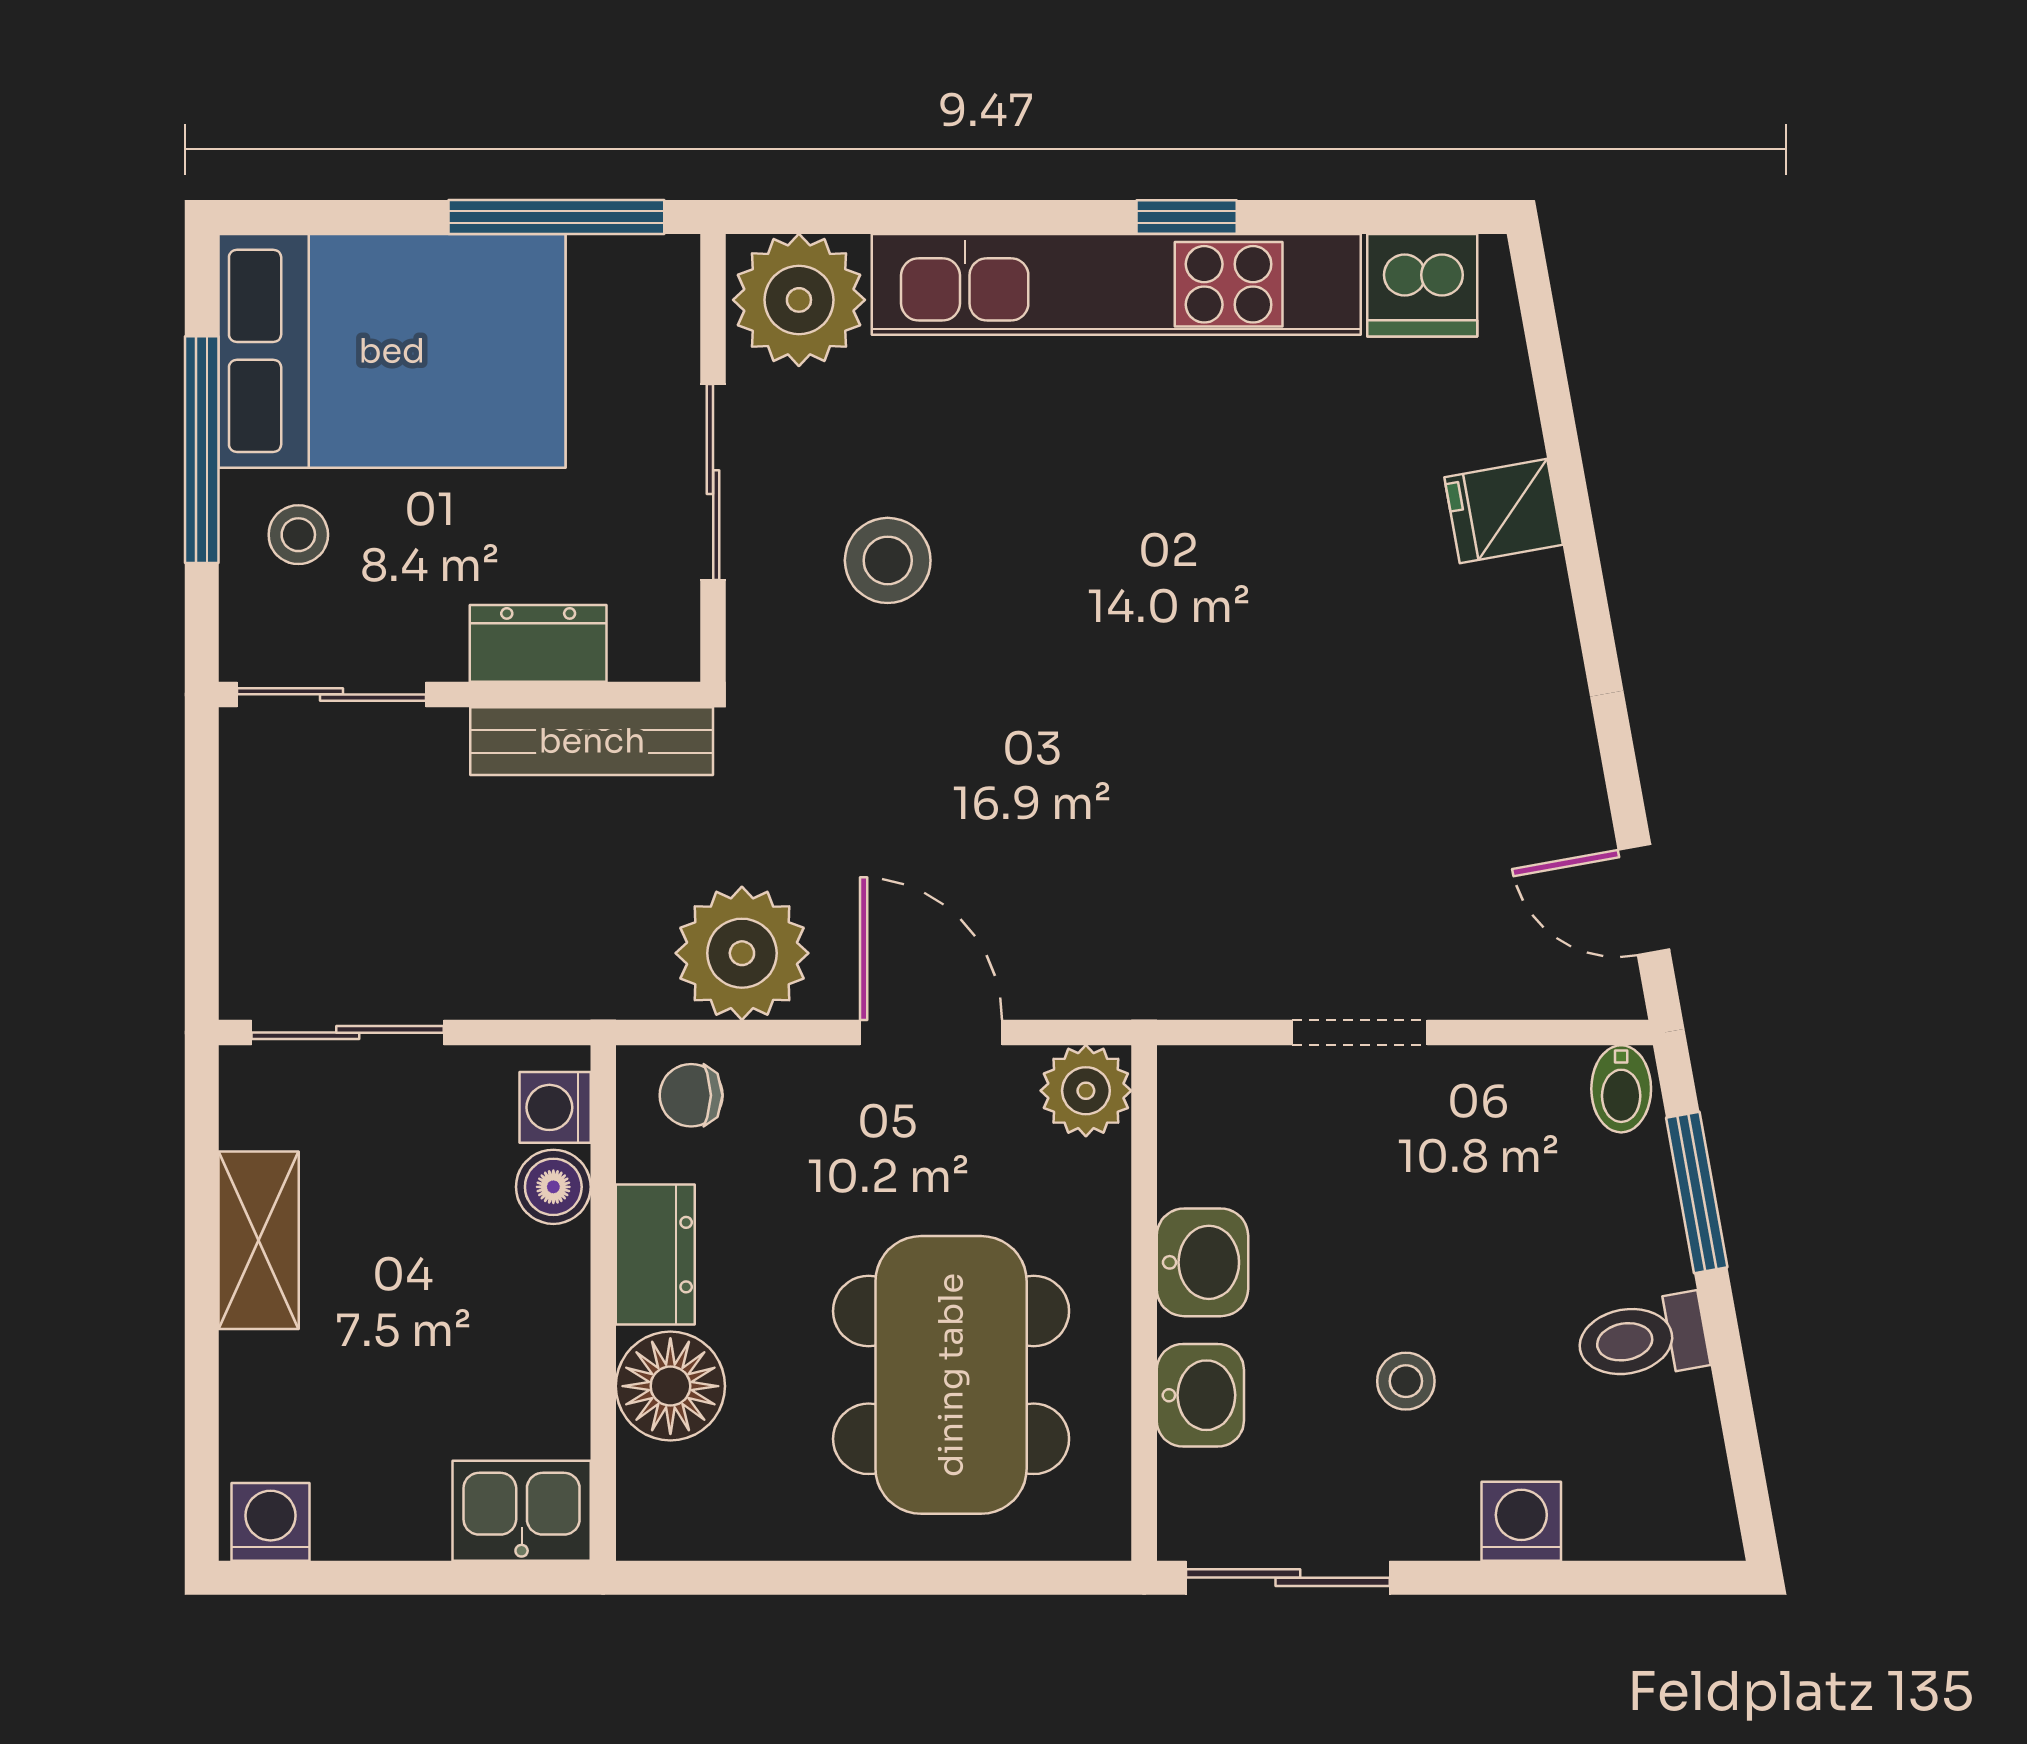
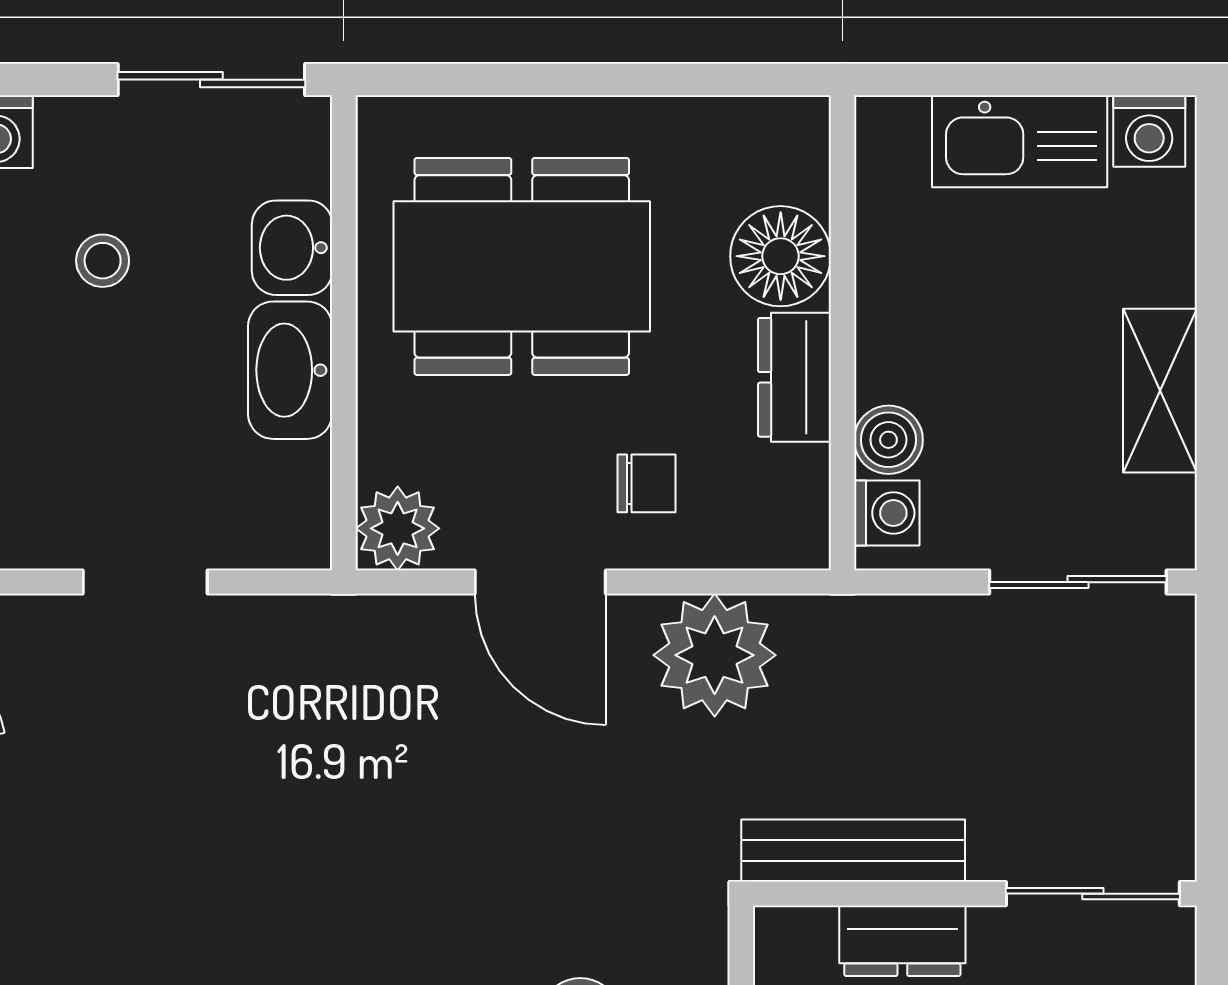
chair: (691, 1095) -> (647, 483), moved
washbasin: (1202, 1262) -> (290, 370), width x1.38
dining table: (951, 1375) -> (522, 266), turned 90
kitchen sink: (522, 1511) -> (1020, 141), moved, width x1.38

